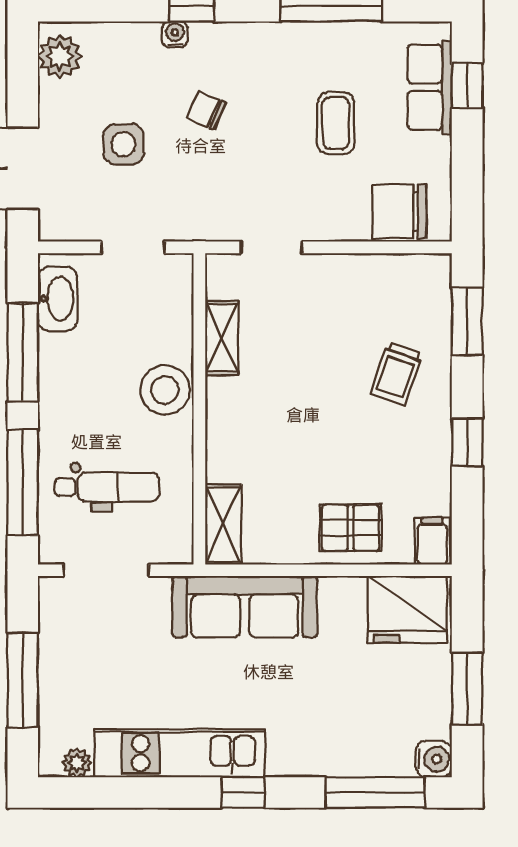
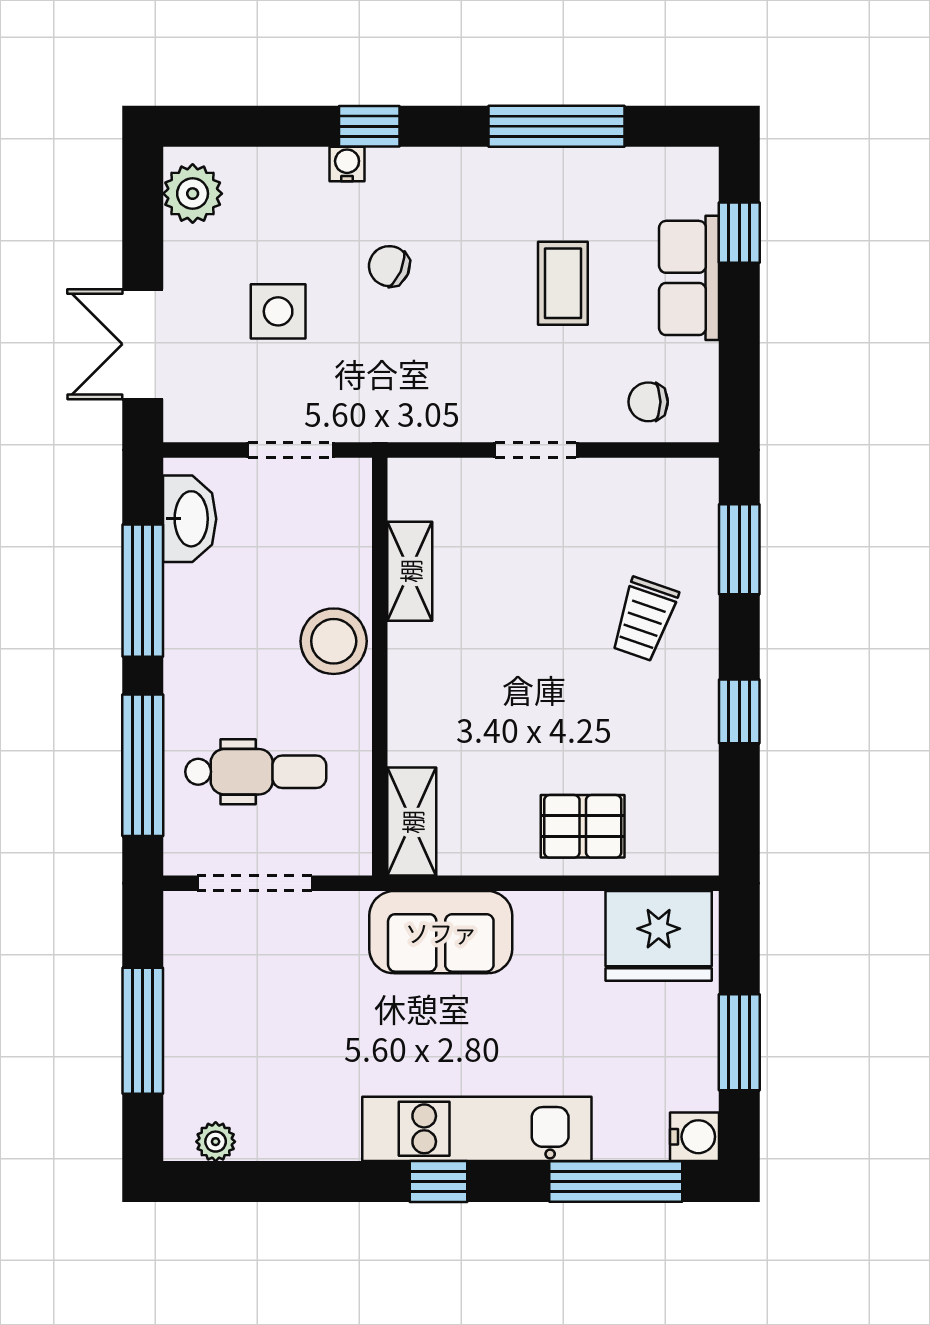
row of seats: (430, 87) -> (689, 278), moved
chair: (399, 211) -> (648, 402), width x0.54, depth x0.54
doorway: (272, 247) -> (536, 450), moved
filing cabinet: (432, 541) -> (692, 844), removed
sofa: (245, 607) -> (441, 932), width x0.73
kitchen unit: (180, 753) -> (477, 1129), moved

